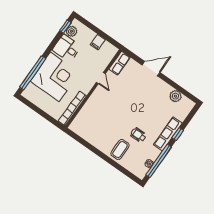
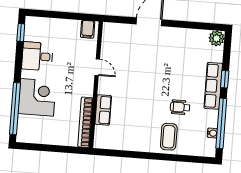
plant: (72, 31) -> (31, 34), removed
filing cabinet: (98, 42) -> (88, 29), moved
row of seats: (120, 63) -> (103, 110), moved
corner desk: (55, 77) -> (37, 97), width x0.74, depth x0.74
plant: (175, 96) -> (217, 38), moved

